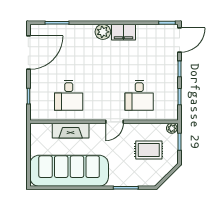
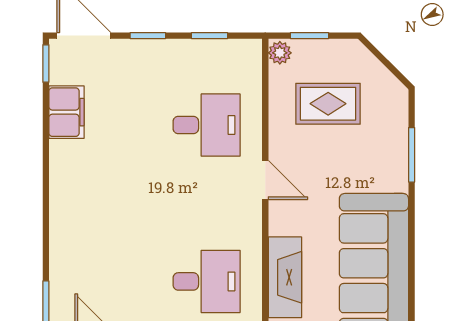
plant: (103, 32) -> (66, 206), removed
filing cabinet: (124, 32) -> (66, 112), moved
rug: (149, 150) -> (328, 104), turned 90

